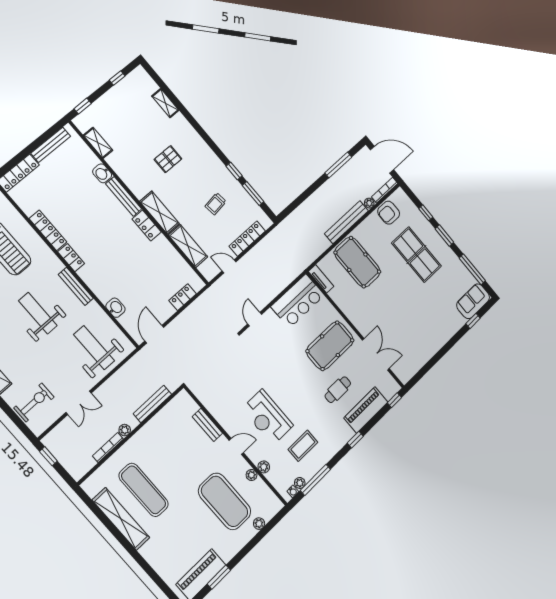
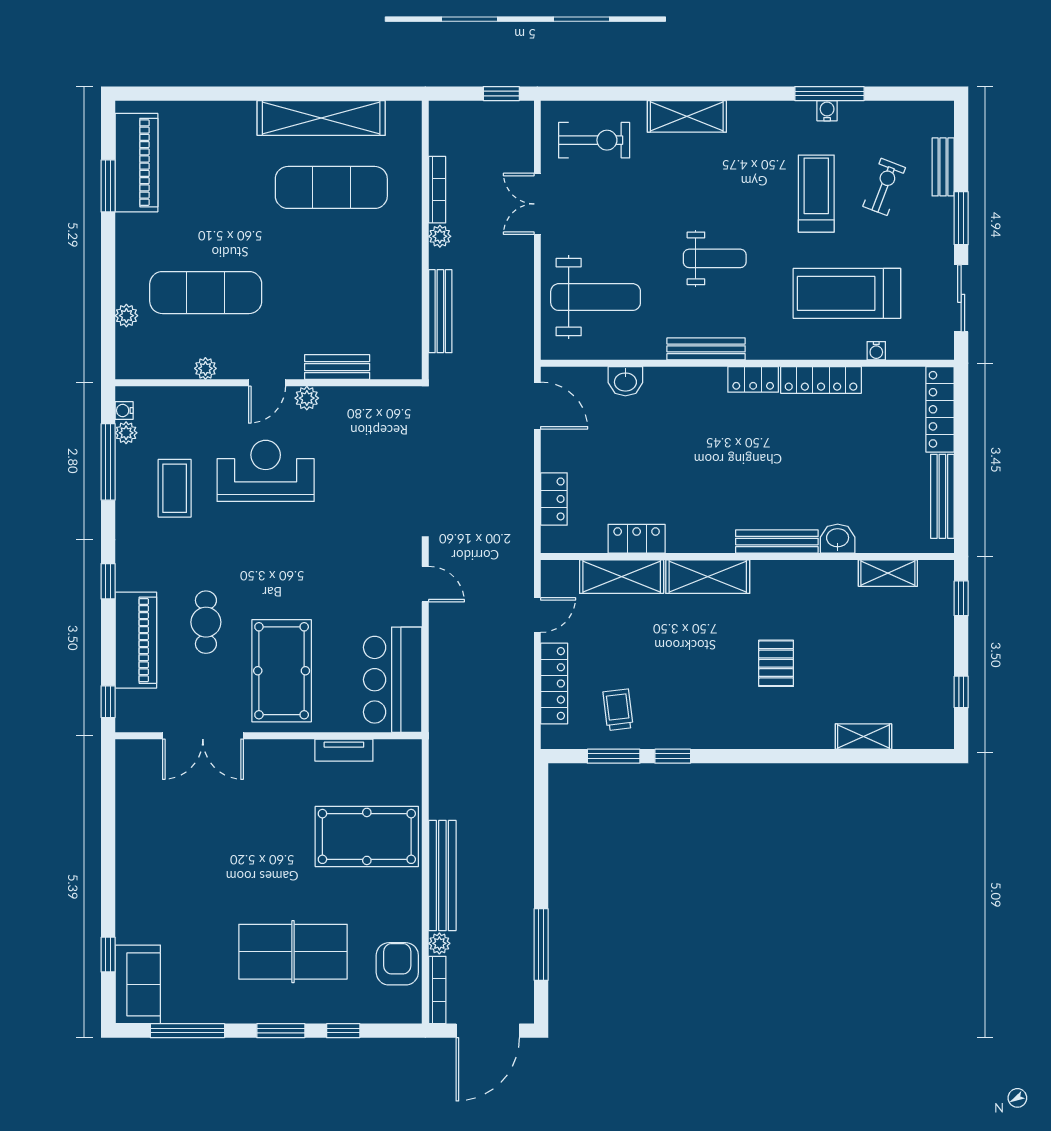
trolley: (216, 204) -> (618, 710), moved
water cooler: (17, 218) -> (876, 351), added
locker: (147, 226) -> (637, 539), moved
tv unit: (321, 279) -> (344, 750), moved
weight bench: (38, 313) -> (715, 258), width x0.73, depth x0.75
exercise bike: (34, 402) -> (594, 140), turned -90
plant: (264, 467) -> (307, 398), moved
exercise mat: (225, 501) -> (206, 293), width x0.68

